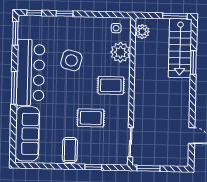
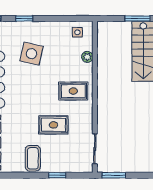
plant: (142, 32) -> (104, 35), removed
plant: (120, 52) -> (87, 57), width x0.53, depth x0.53
side table: (71, 60) -> (31, 54), moved

